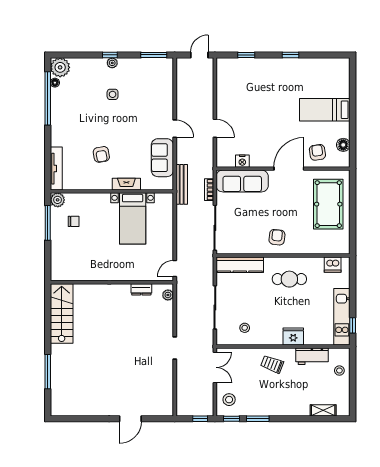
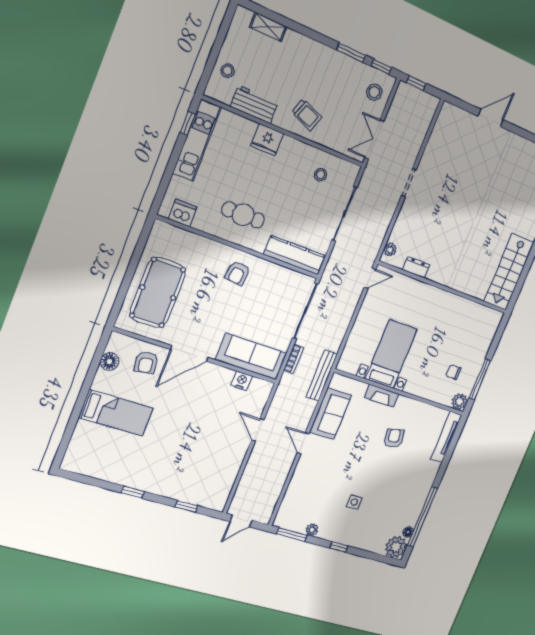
plant: (112, 63) -> (312, 530), moved

